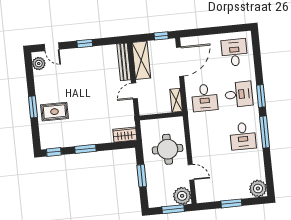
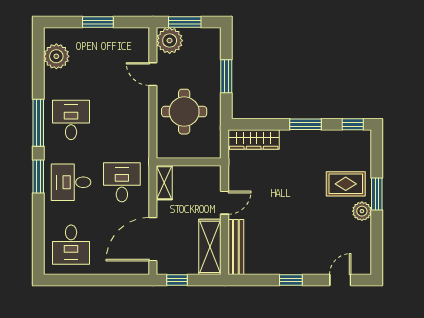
door: (52, 47) -> (340, 280), hinge flipped
plant: (39, 64) -> (362, 211), moved
wardrobe: (125, 135) -> (254, 139), width x1.50
plant: (258, 189) -> (56, 56), moved

